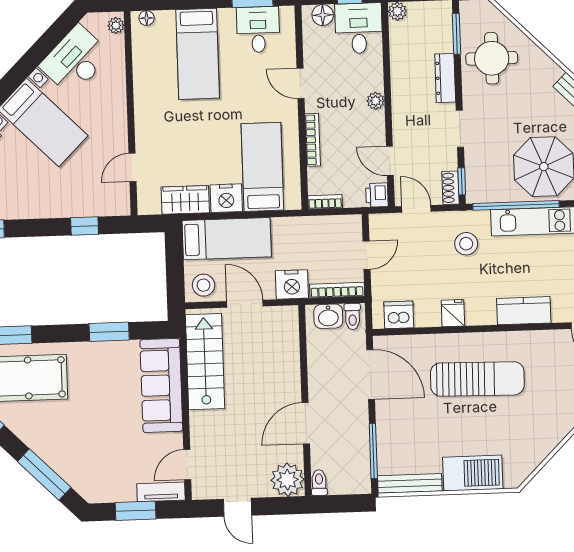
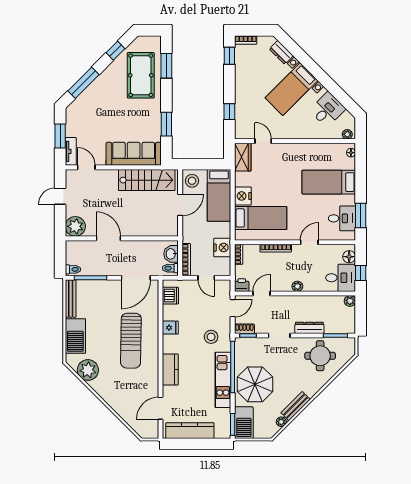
desk: (75, 60) -> (327, 110), width x0.73
wardrobe: (185, 200) -> (243, 157), moved
nightstand: (292, 284) -> (222, 248), moved, turned 180
plant: (530, 450) -> (88, 370), added
toilet: (319, 483) -> (73, 269), moved

